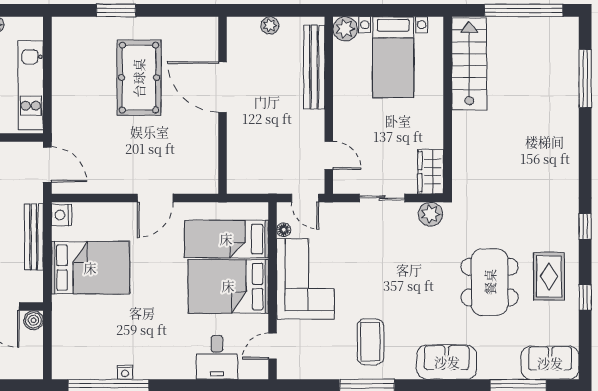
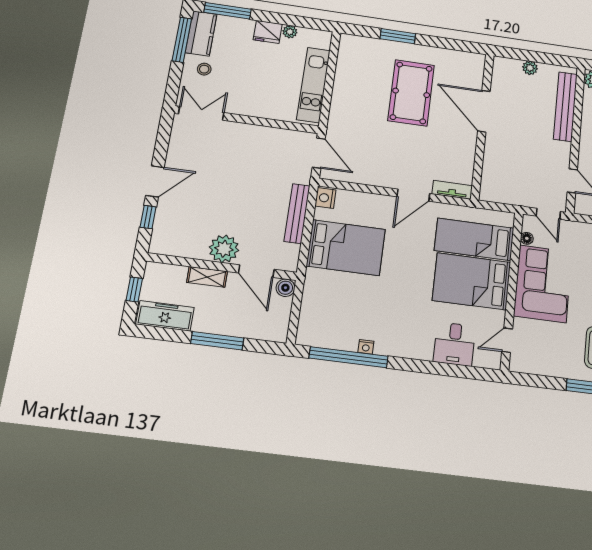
tv unit: (197, 186) -> (452, 190), added

